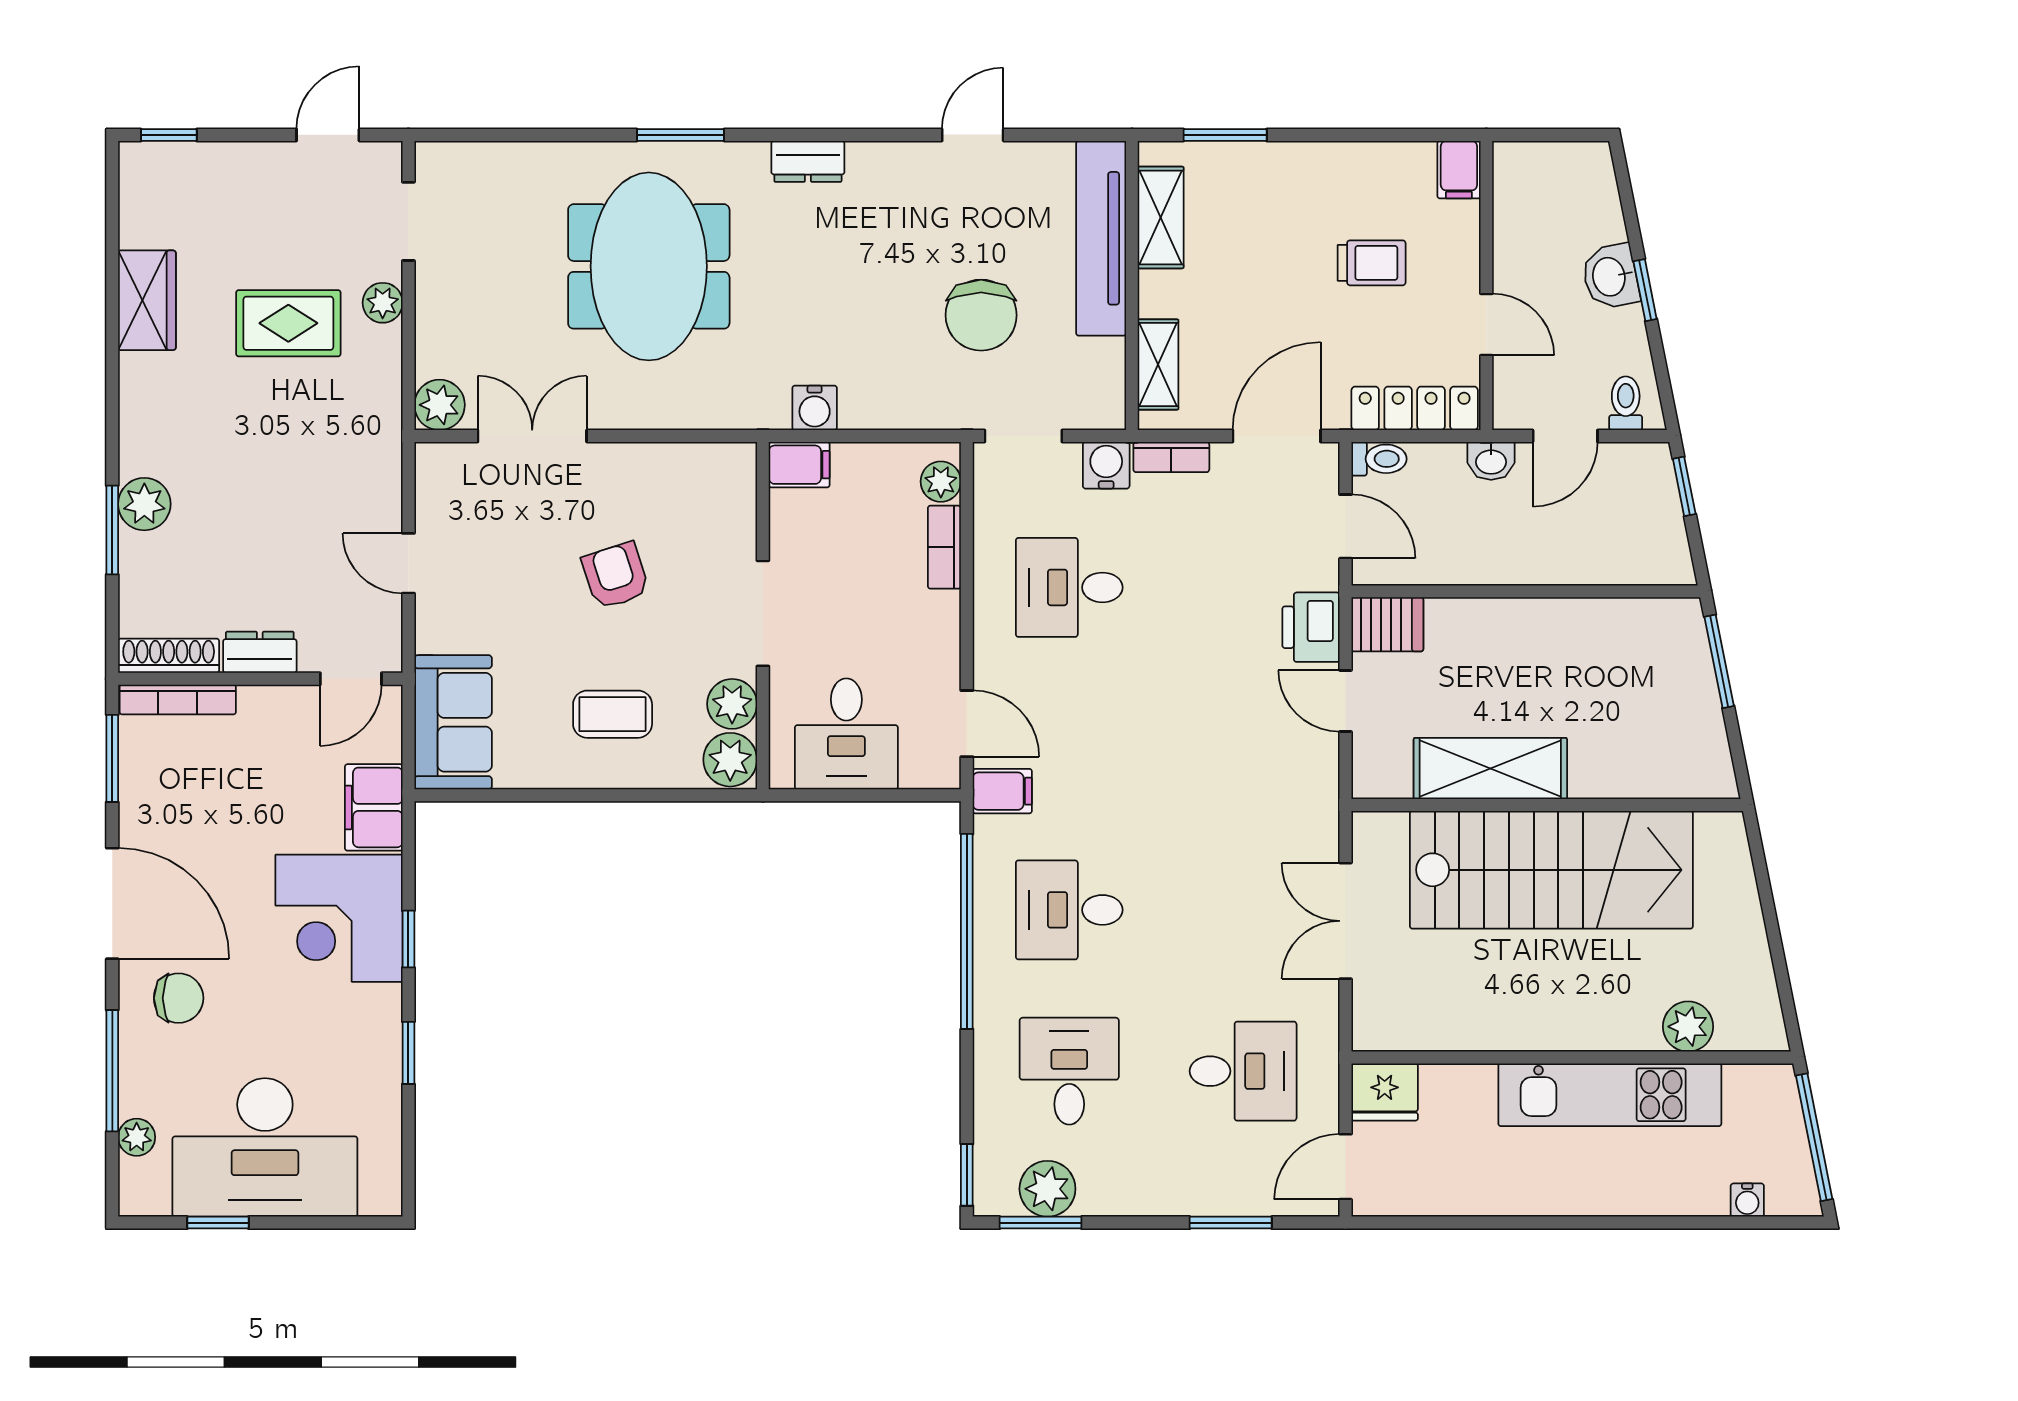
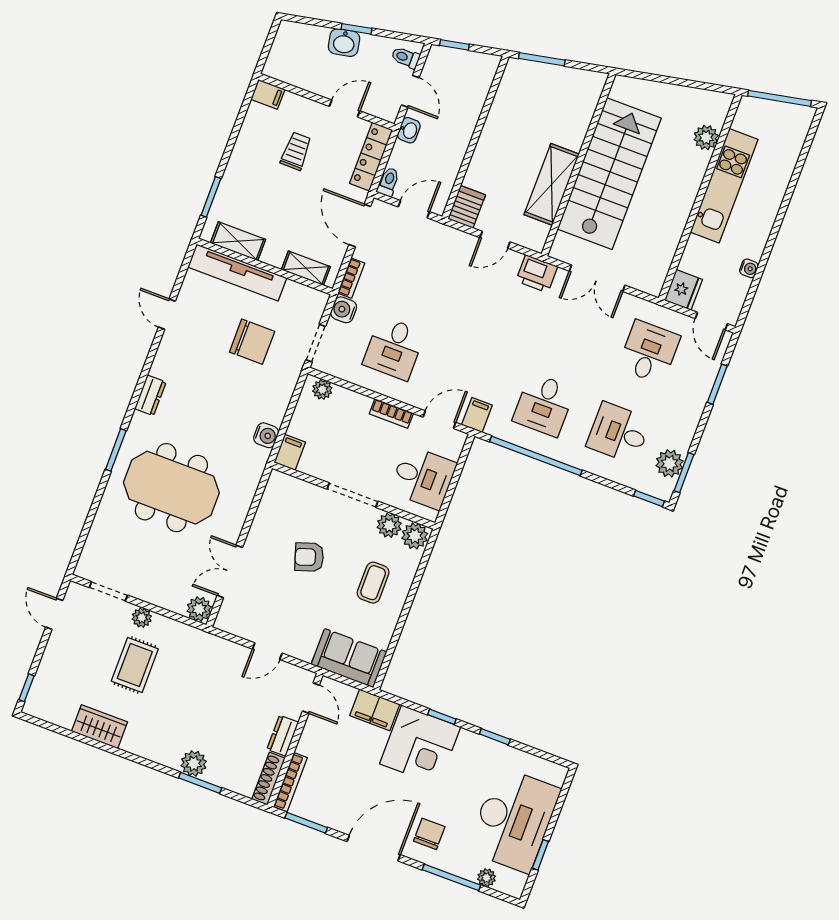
bookcase: (944, 547) -> (391, 414), moved
printer: (1311, 627) -> (537, 274), moved
water cooler: (1747, 1200) -> (749, 268), moved

